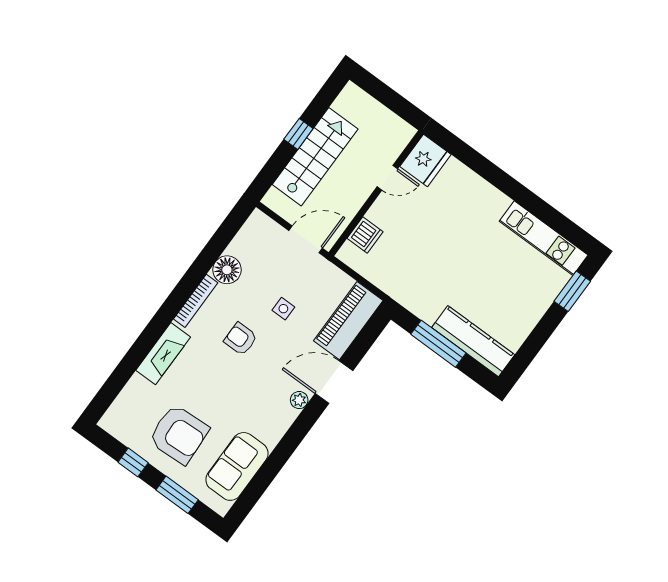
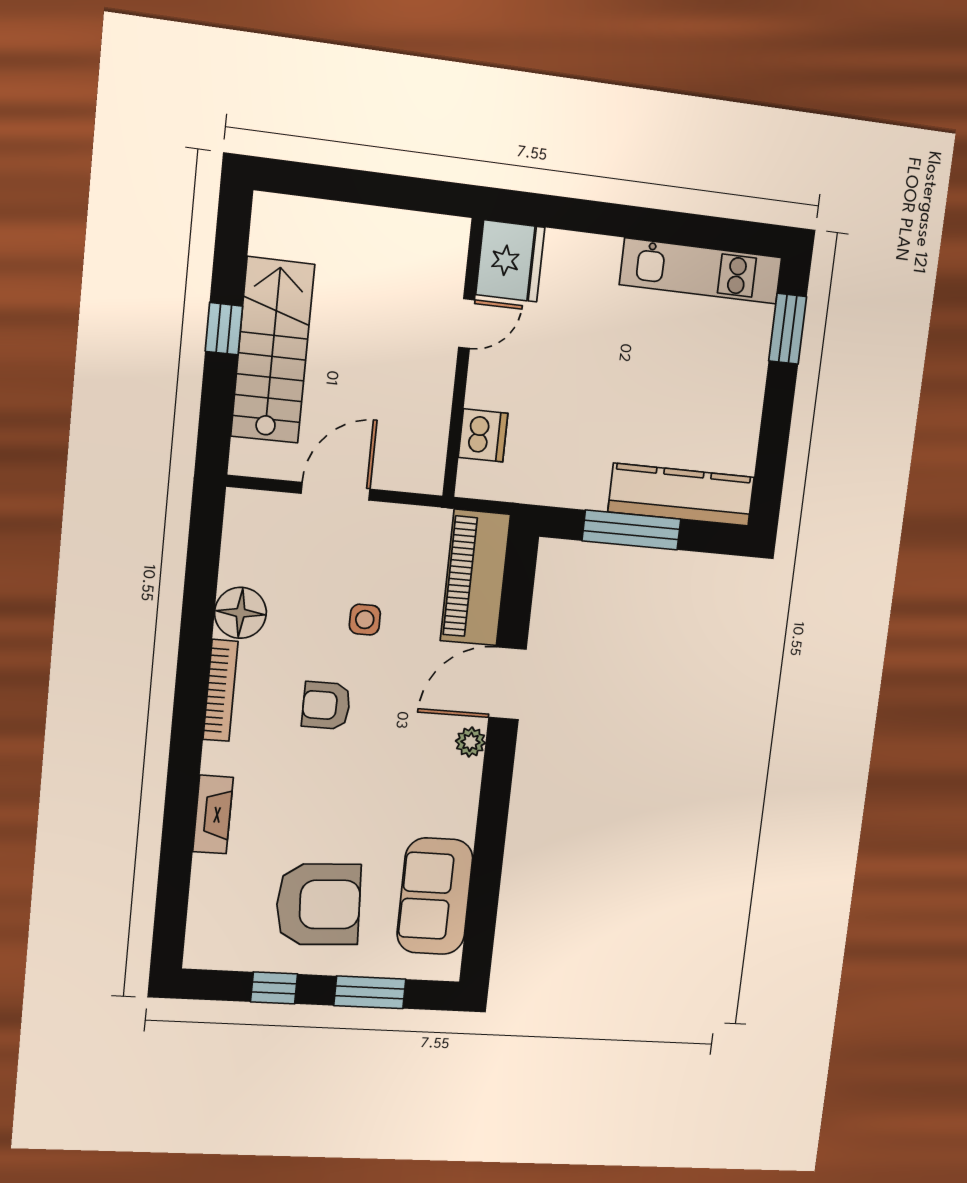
fridge: (425, 160) -> (510, 261), moved
door: (387, 178) -> (467, 324), moved
wall: (376, 193) -> (463, 359), moved
dishwasher: (365, 235) -> (483, 435), moved
fireplace: (163, 354) -> (213, 814), width x0.73, depth x0.76

